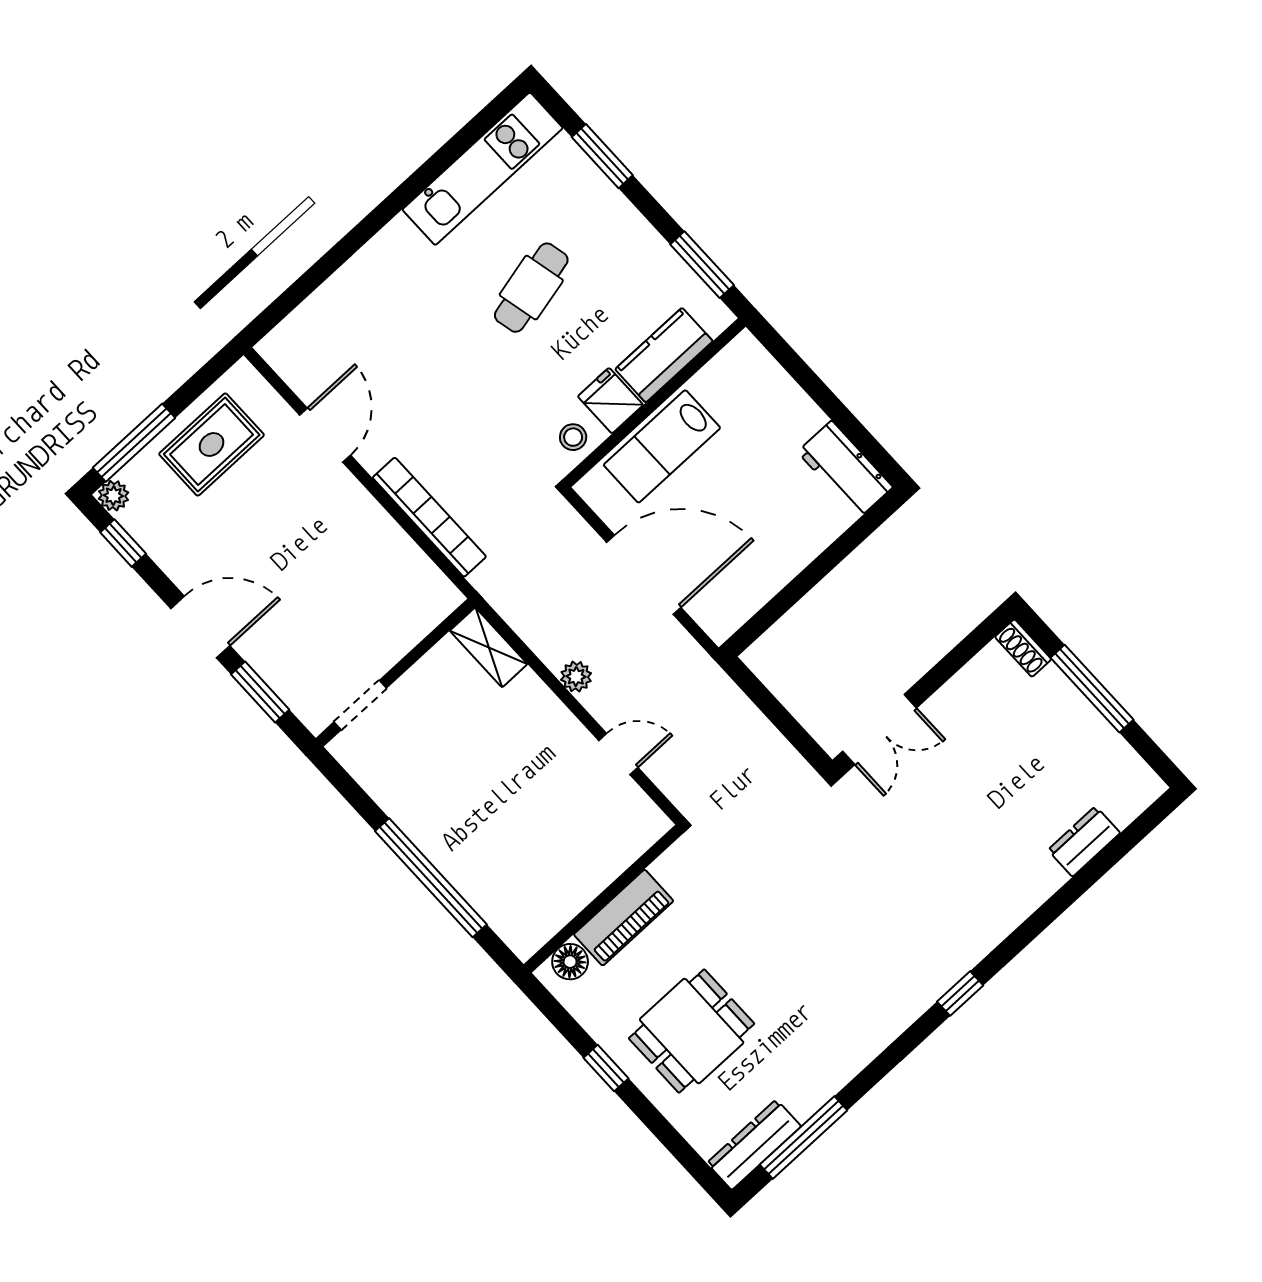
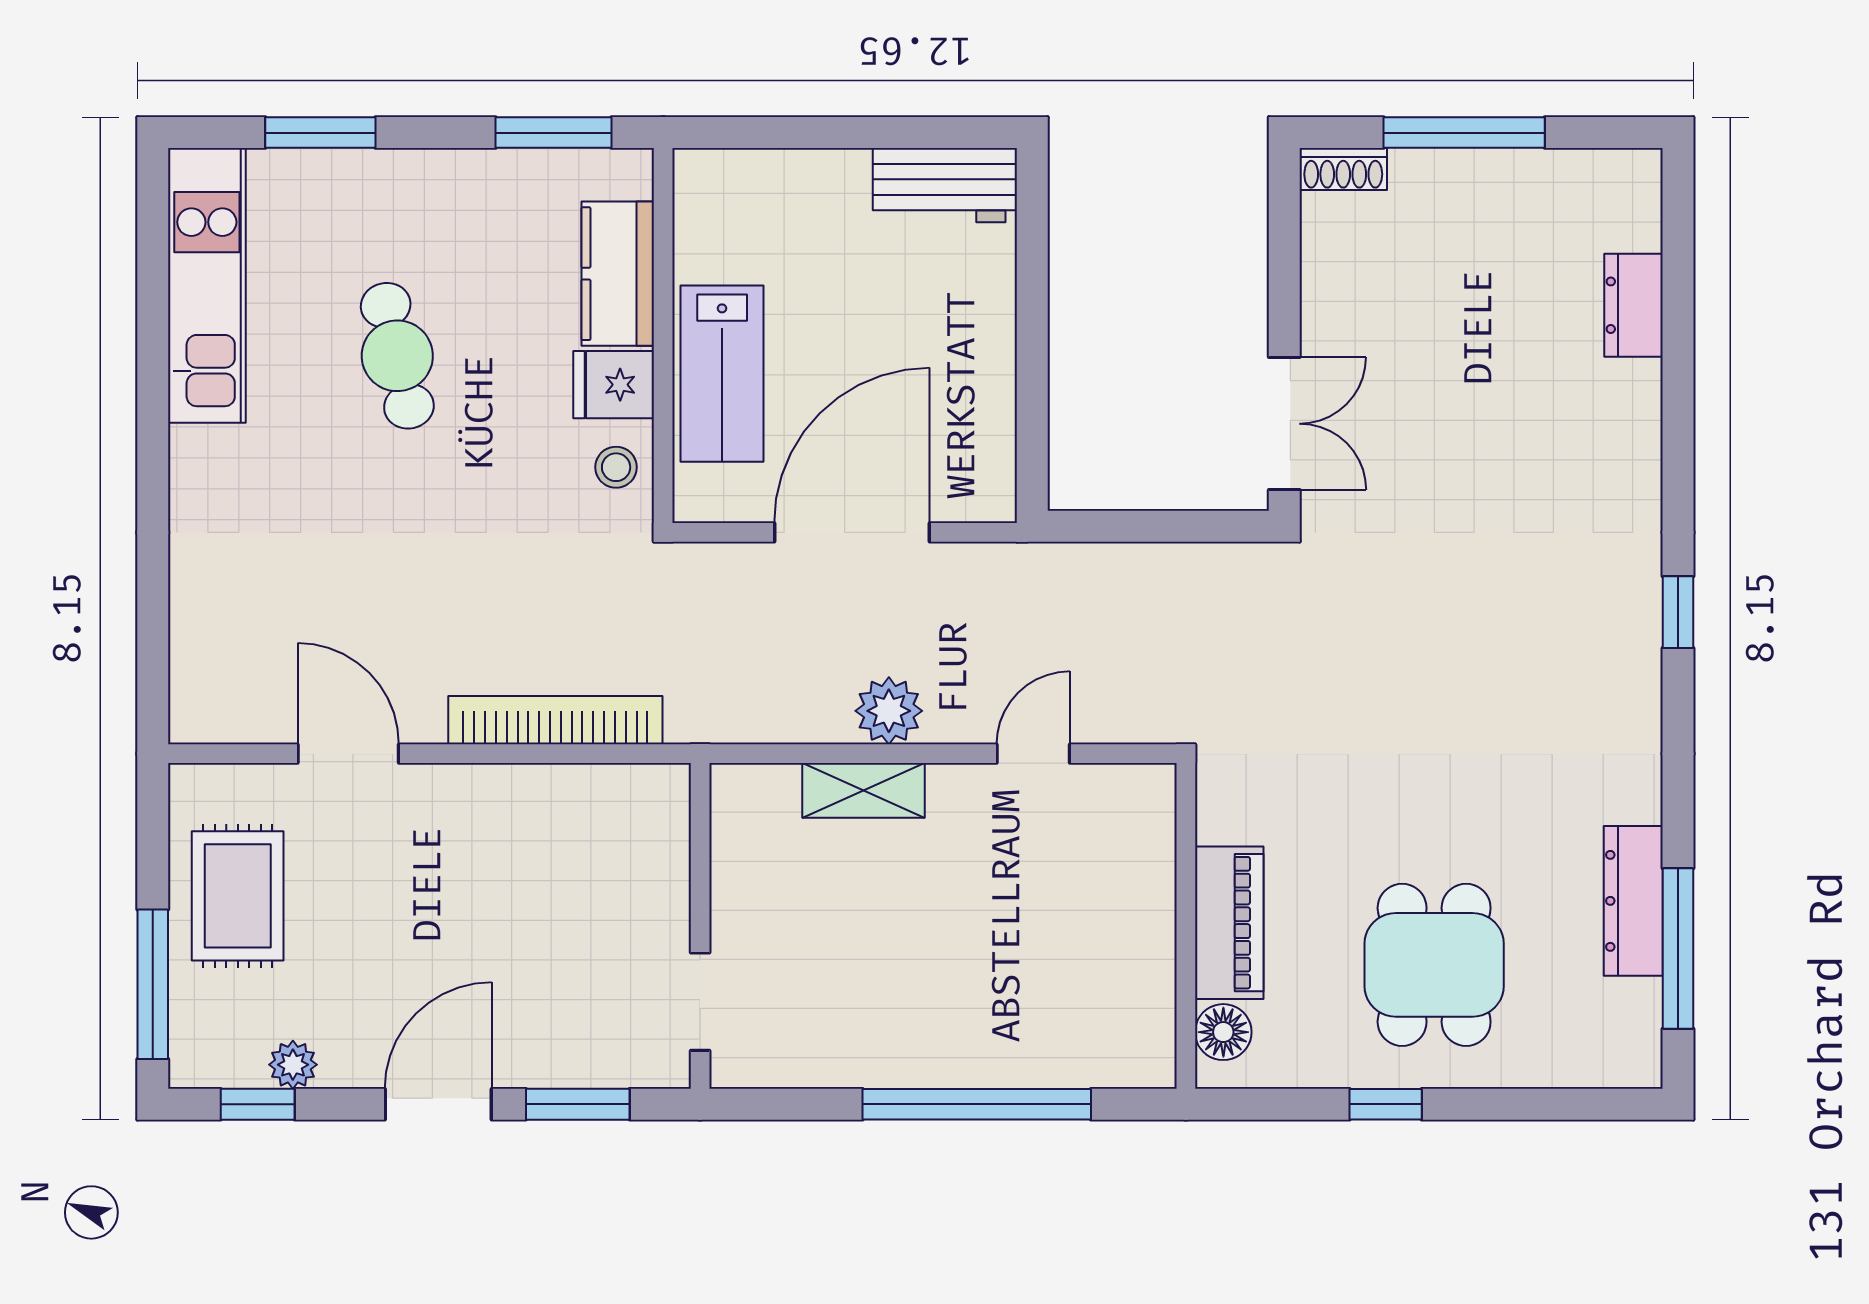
plant: (113, 496) -> (293, 1065), moved
shelving: (489, 647) -> (863, 790), moved
plant: (576, 677) -> (889, 711), width x1.38, depth x1.38
dresser: (754, 1145) -> (1633, 901), moved

